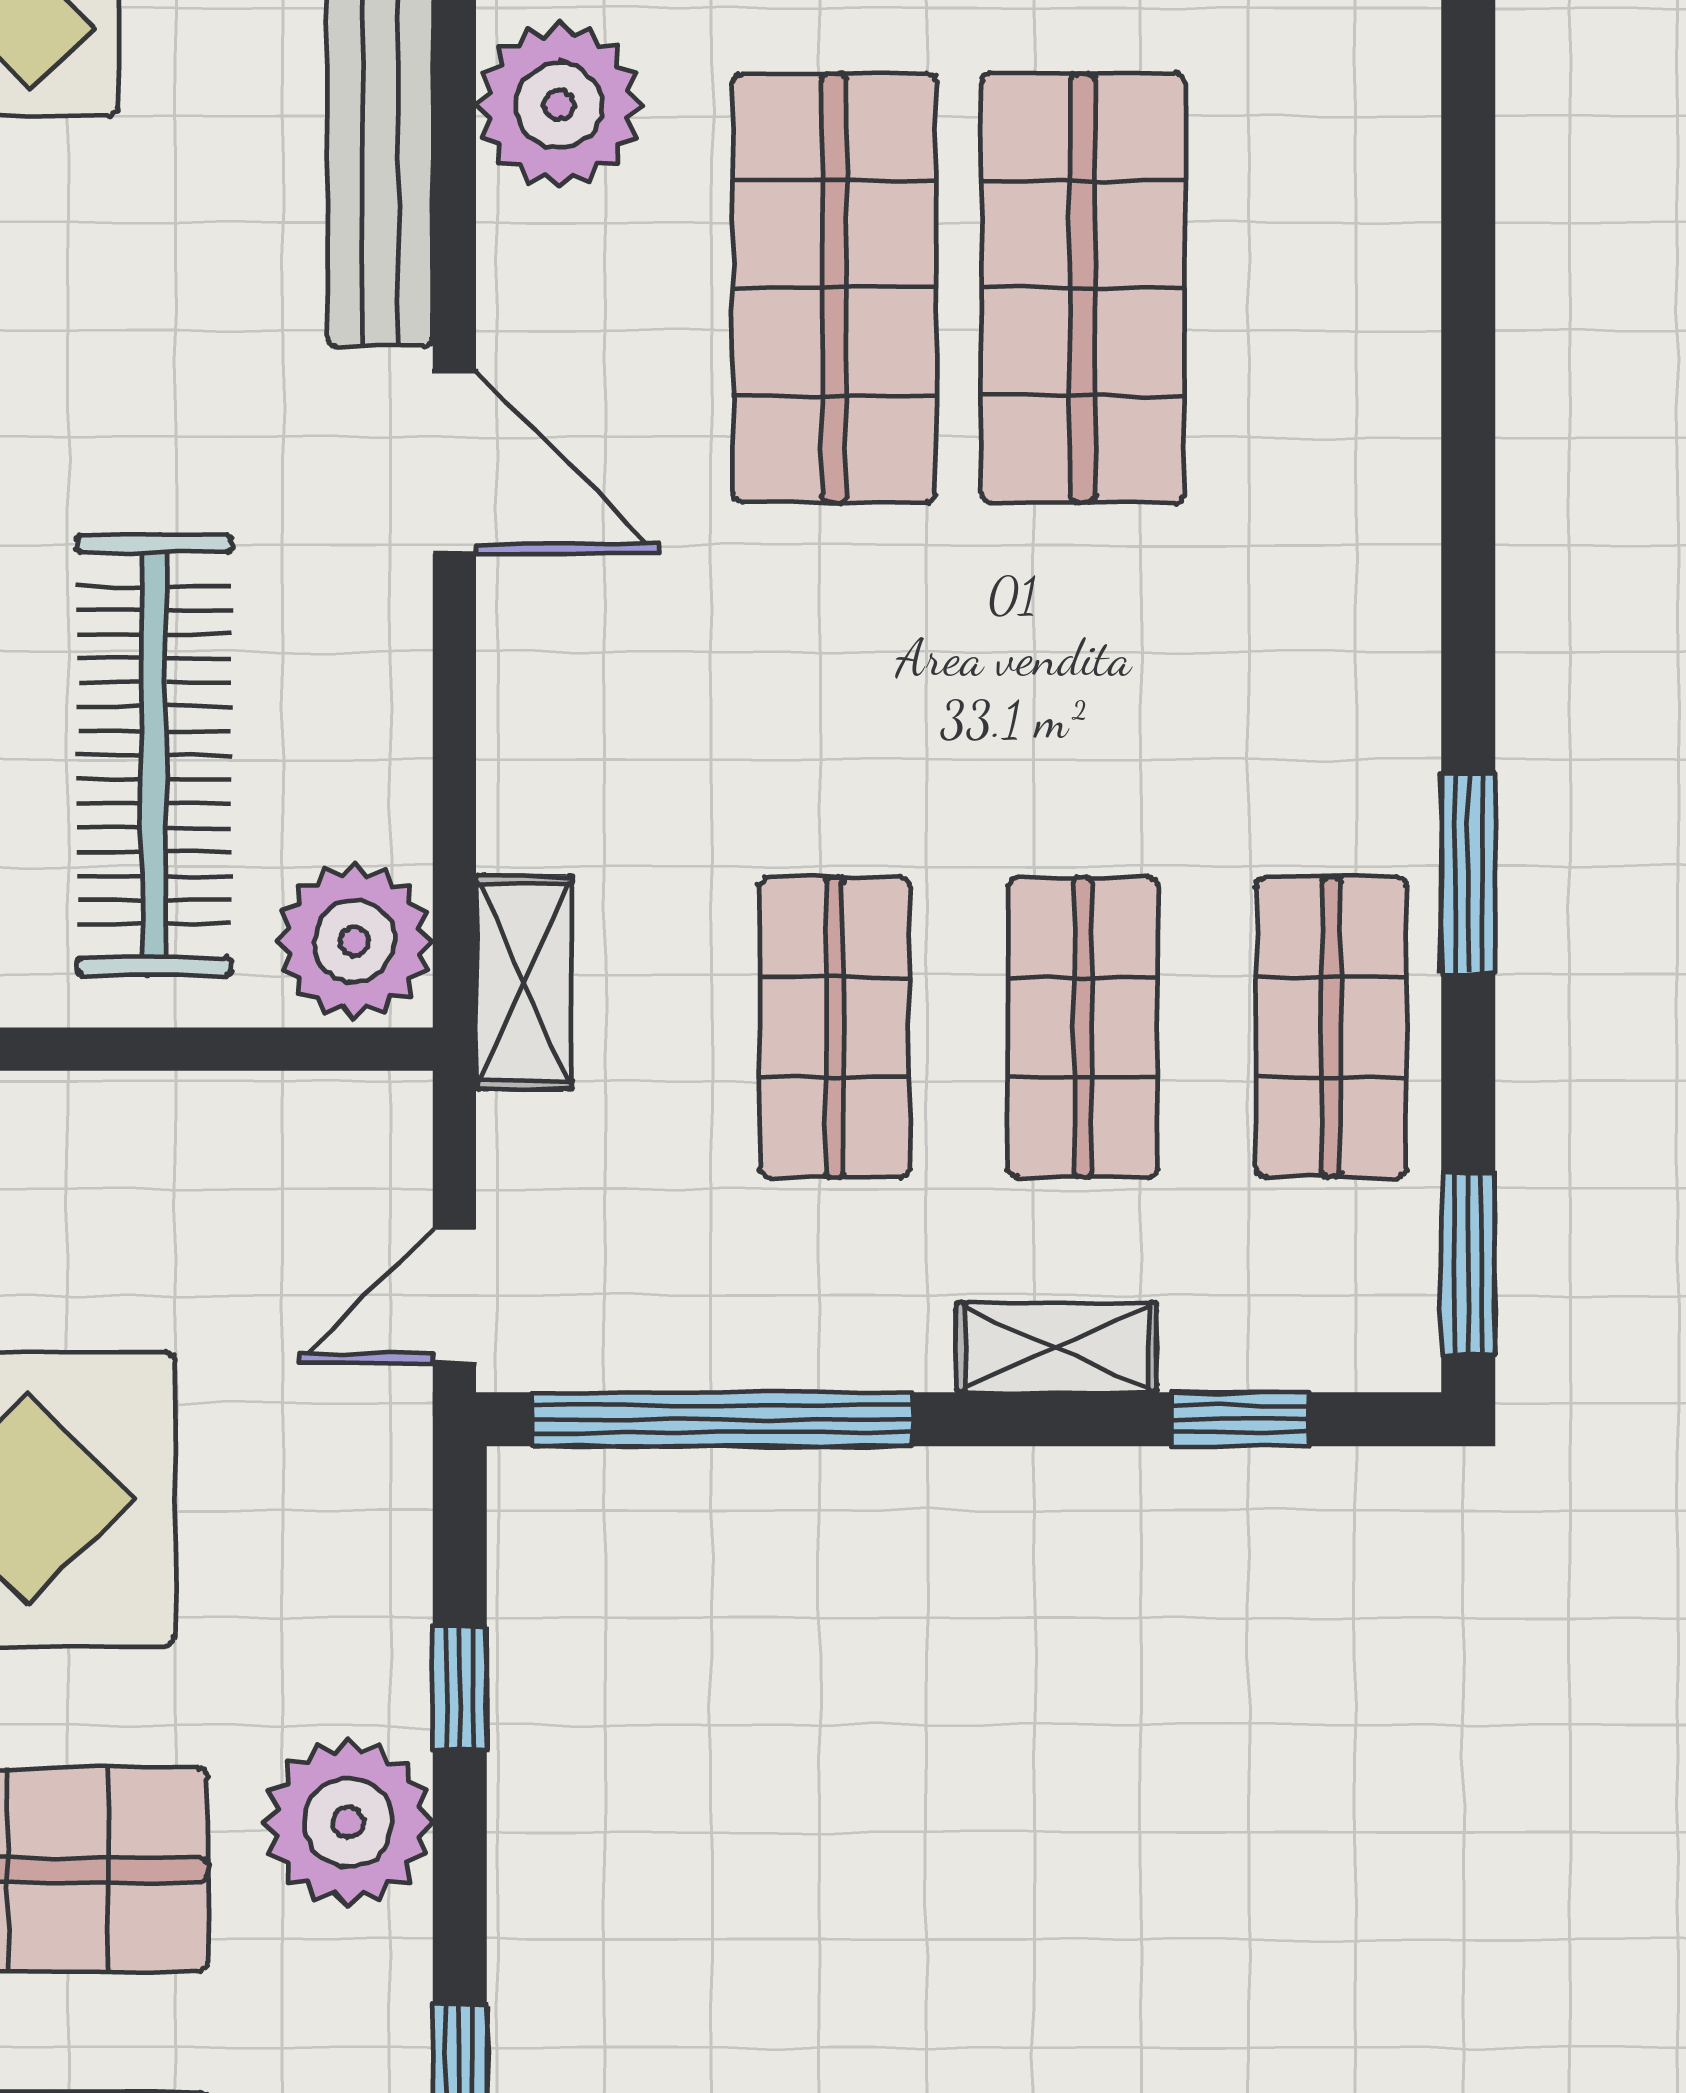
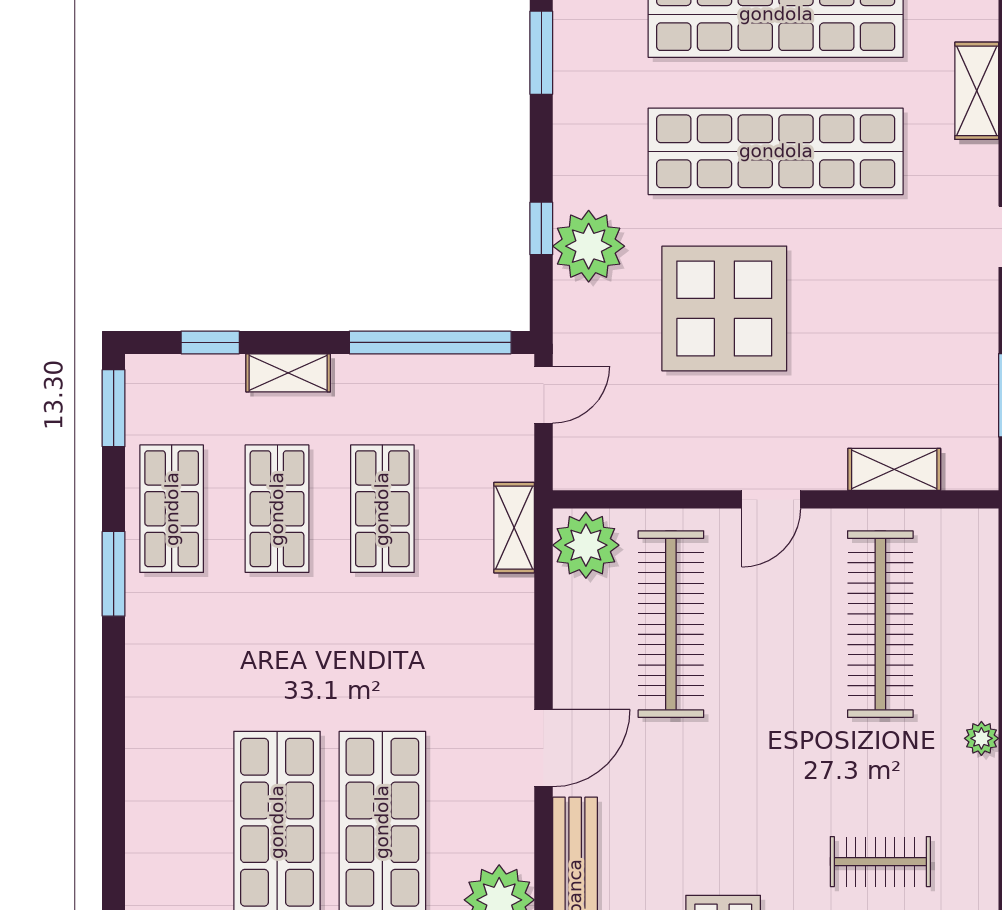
door: (454, 463) -> (544, 748), swing flipped
plant: (348, 1822) -> (589, 246), moved

